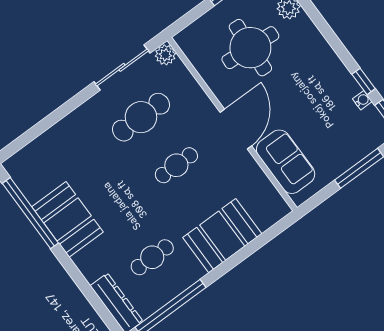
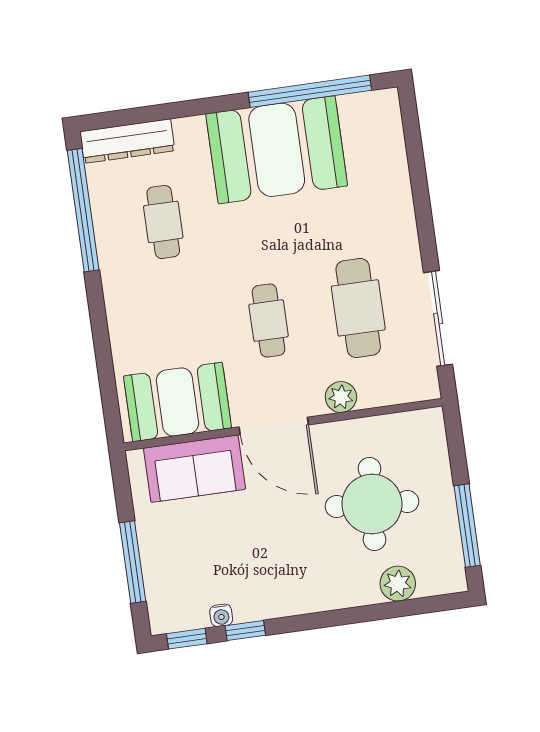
plant: (165, 55) -> (341, 397), moved
booth: (68, 219) -> (277, 150), width x1.36, depth x1.42
booth: (222, 236) -> (177, 402), moved, turned 90

